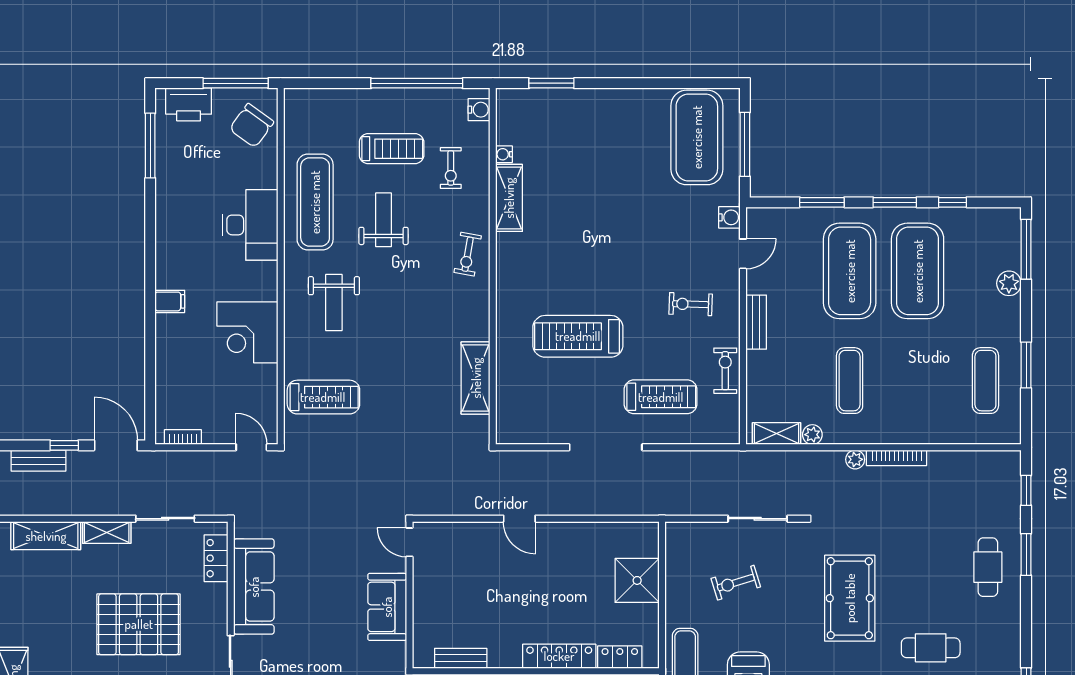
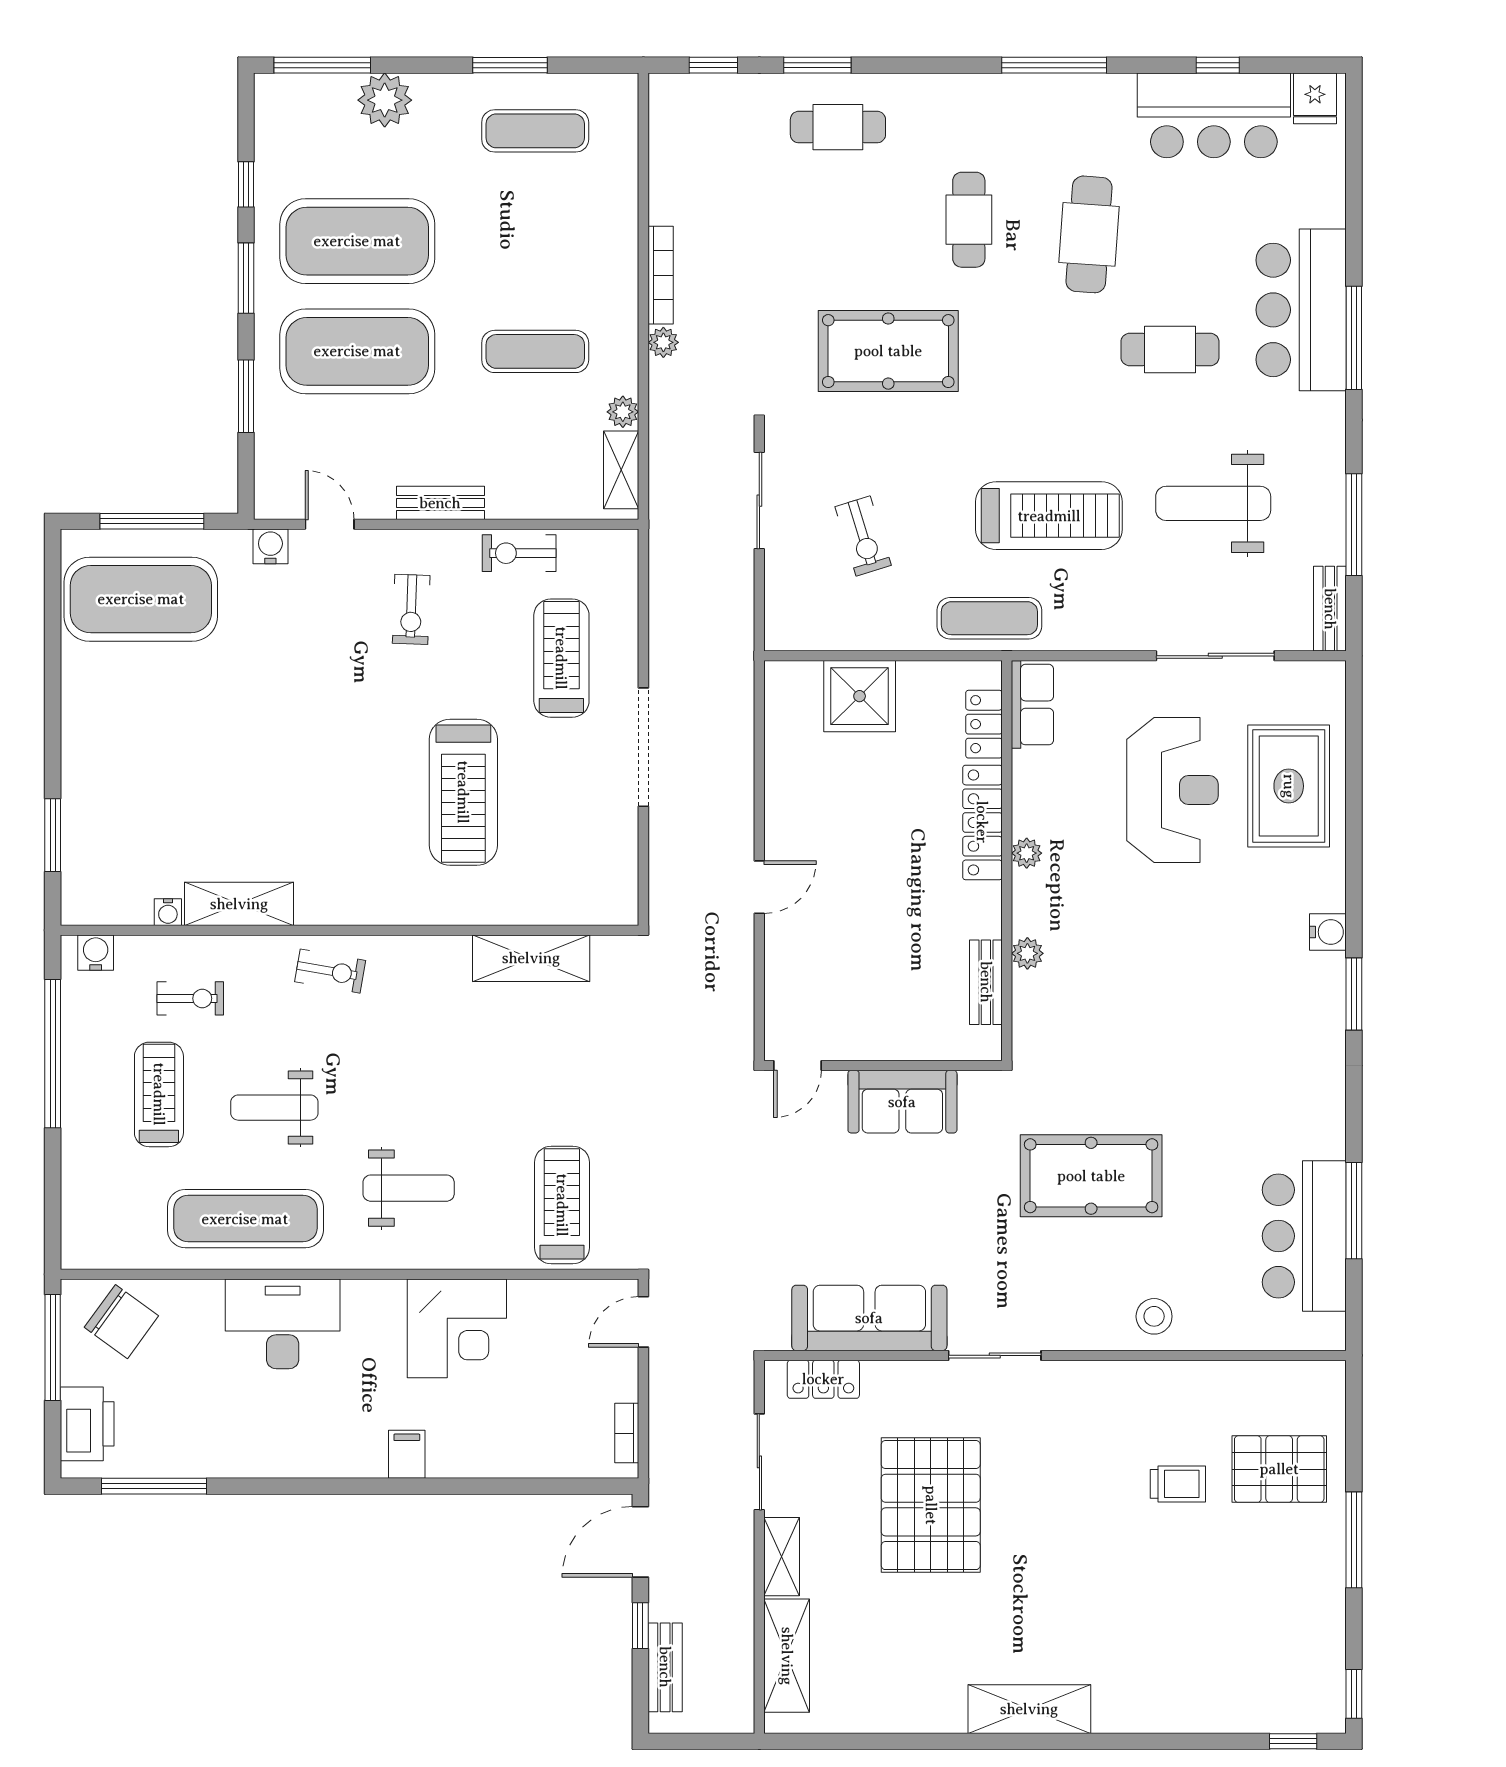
plant: (1009, 283) -> (385, 100), width x1.36, depth x1.36

